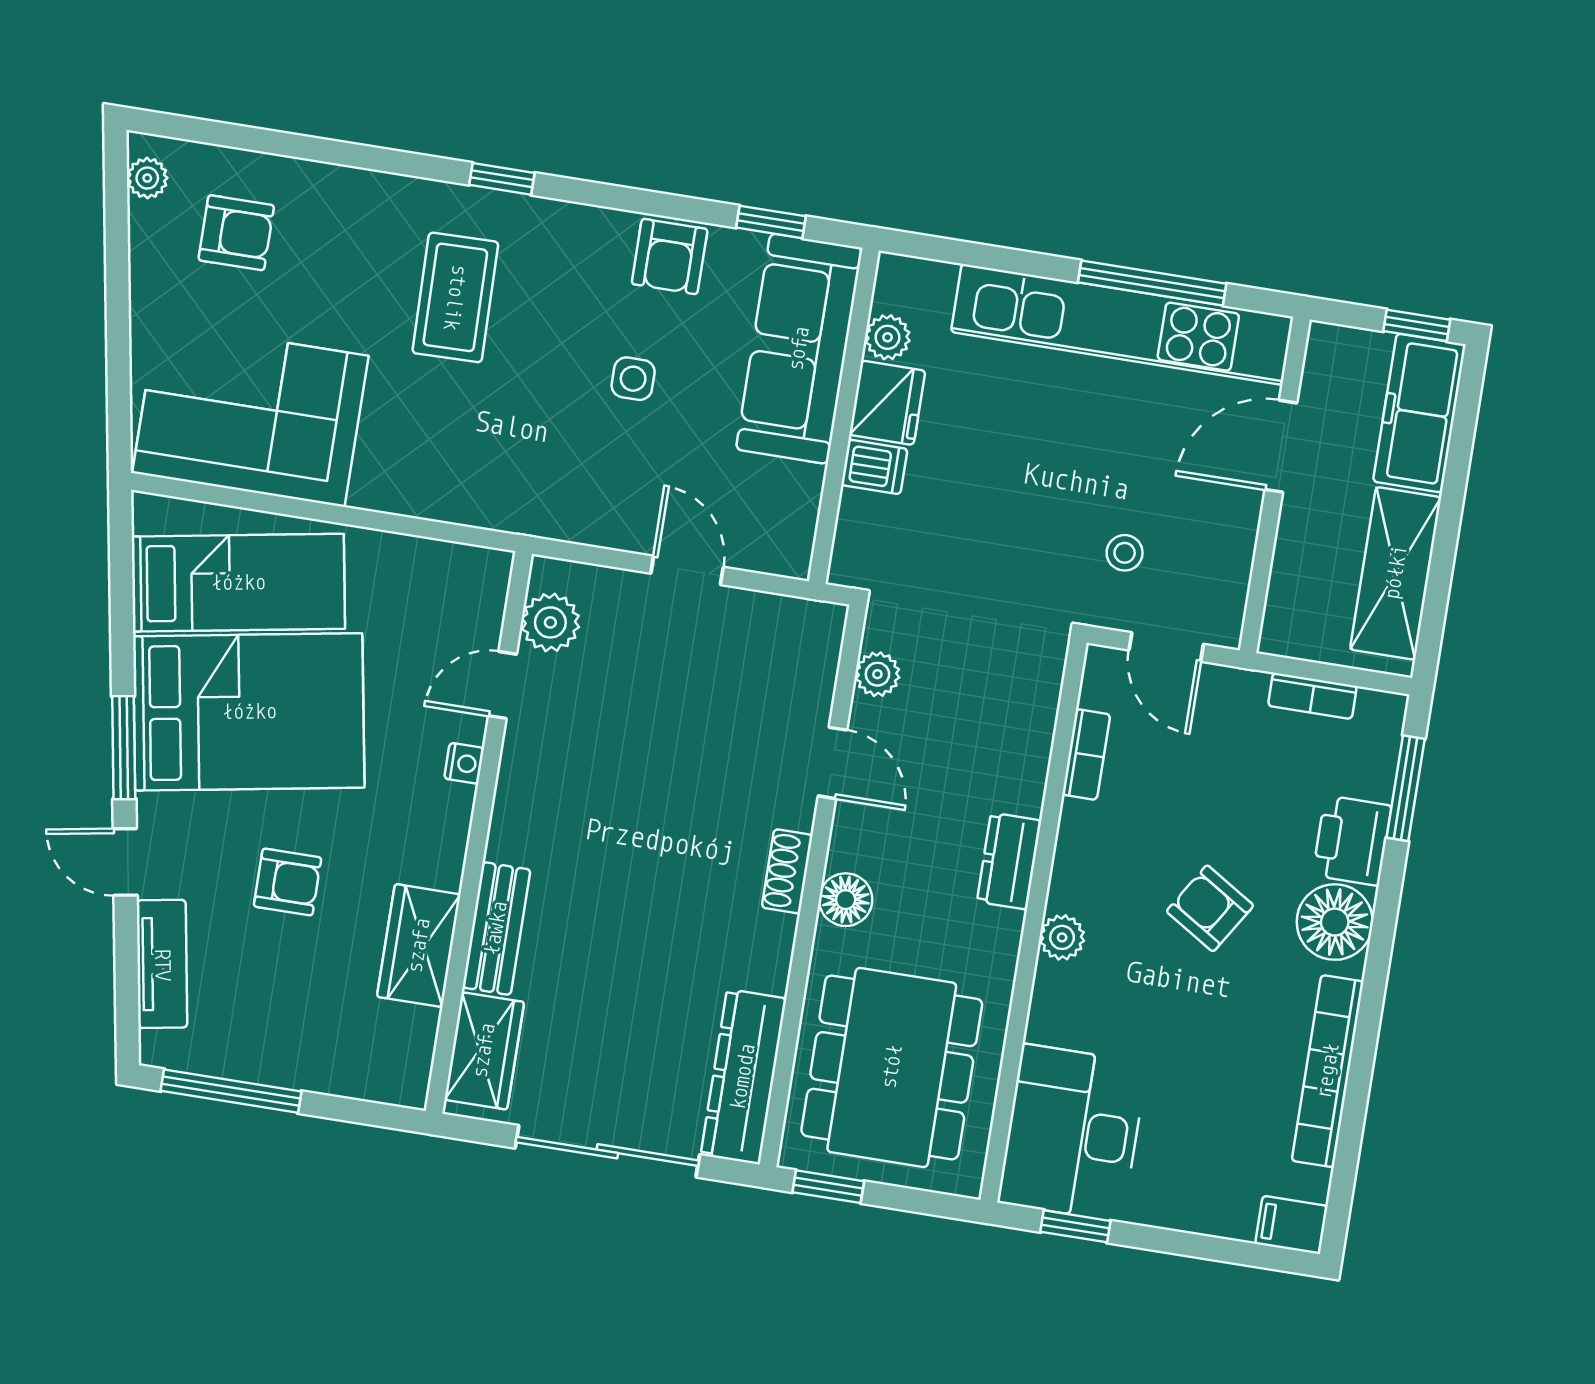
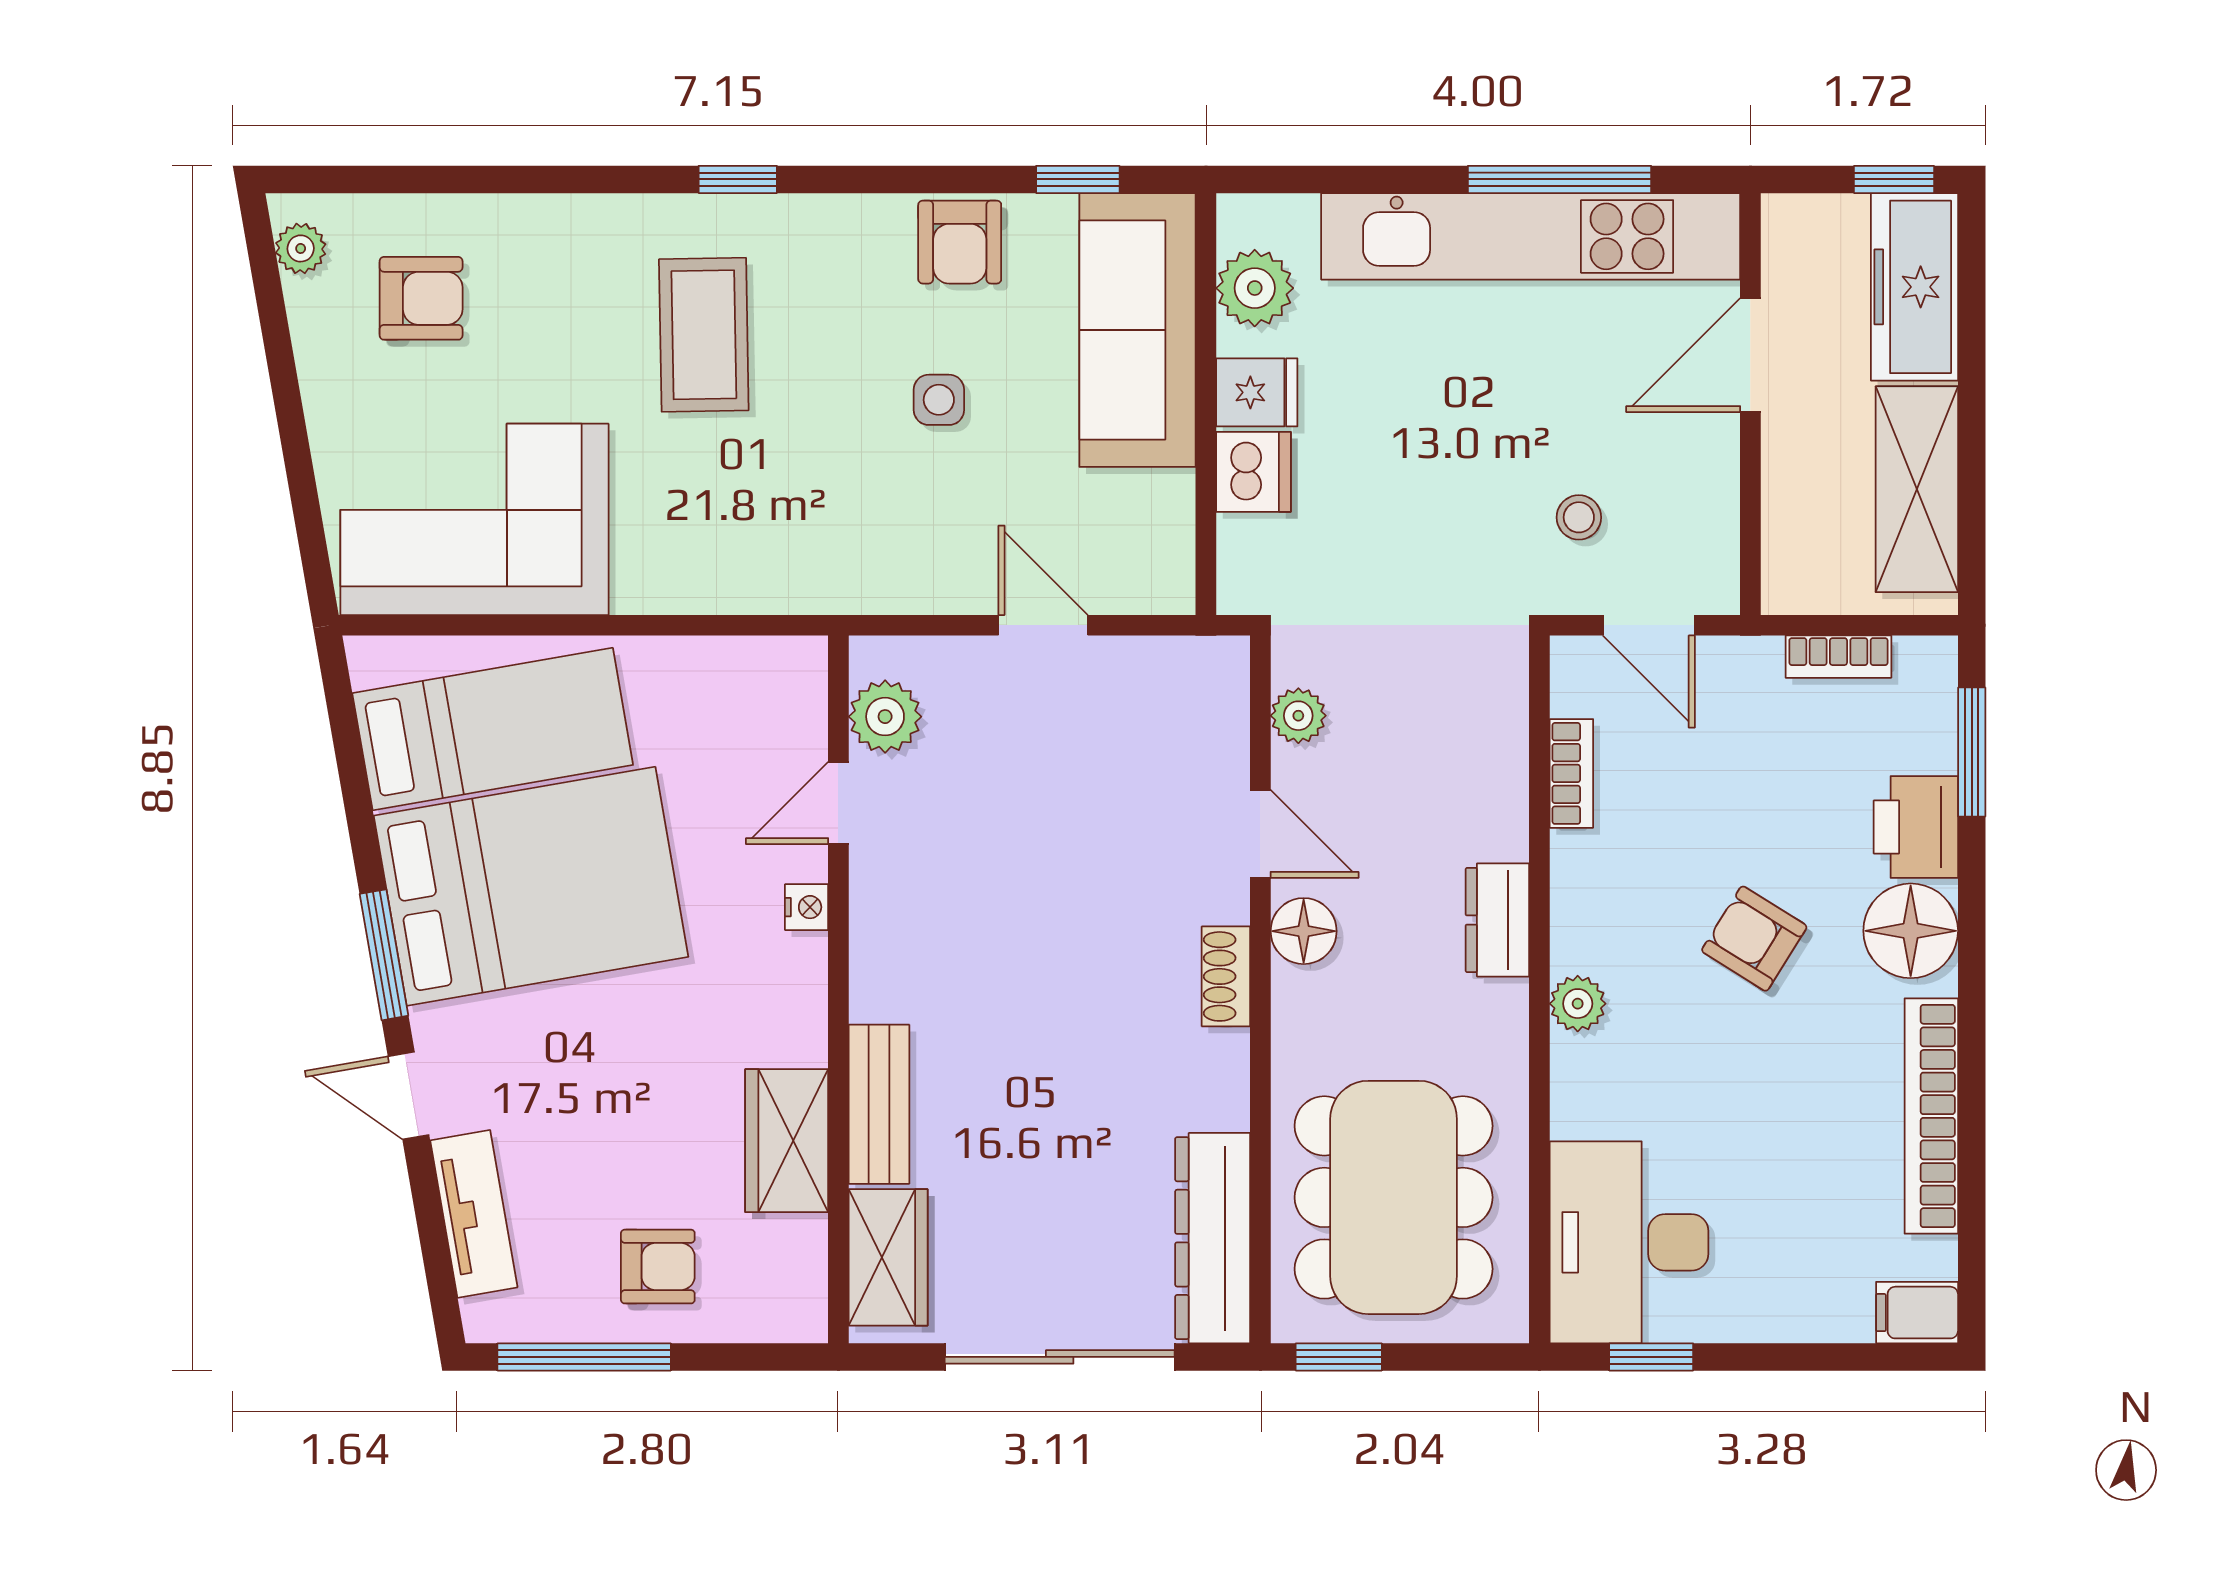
plant: (888, 337) -> (1255, 288), width x1.38, depth x1.38
fridge: (887, 403) -> (1257, 392), width x0.72
dishwasher: (874, 467) -> (1254, 472), width x1.38
armchair: (288, 882) -> (658, 1267), moved
floor lamp: (846, 900) -> (1304, 931), moved

